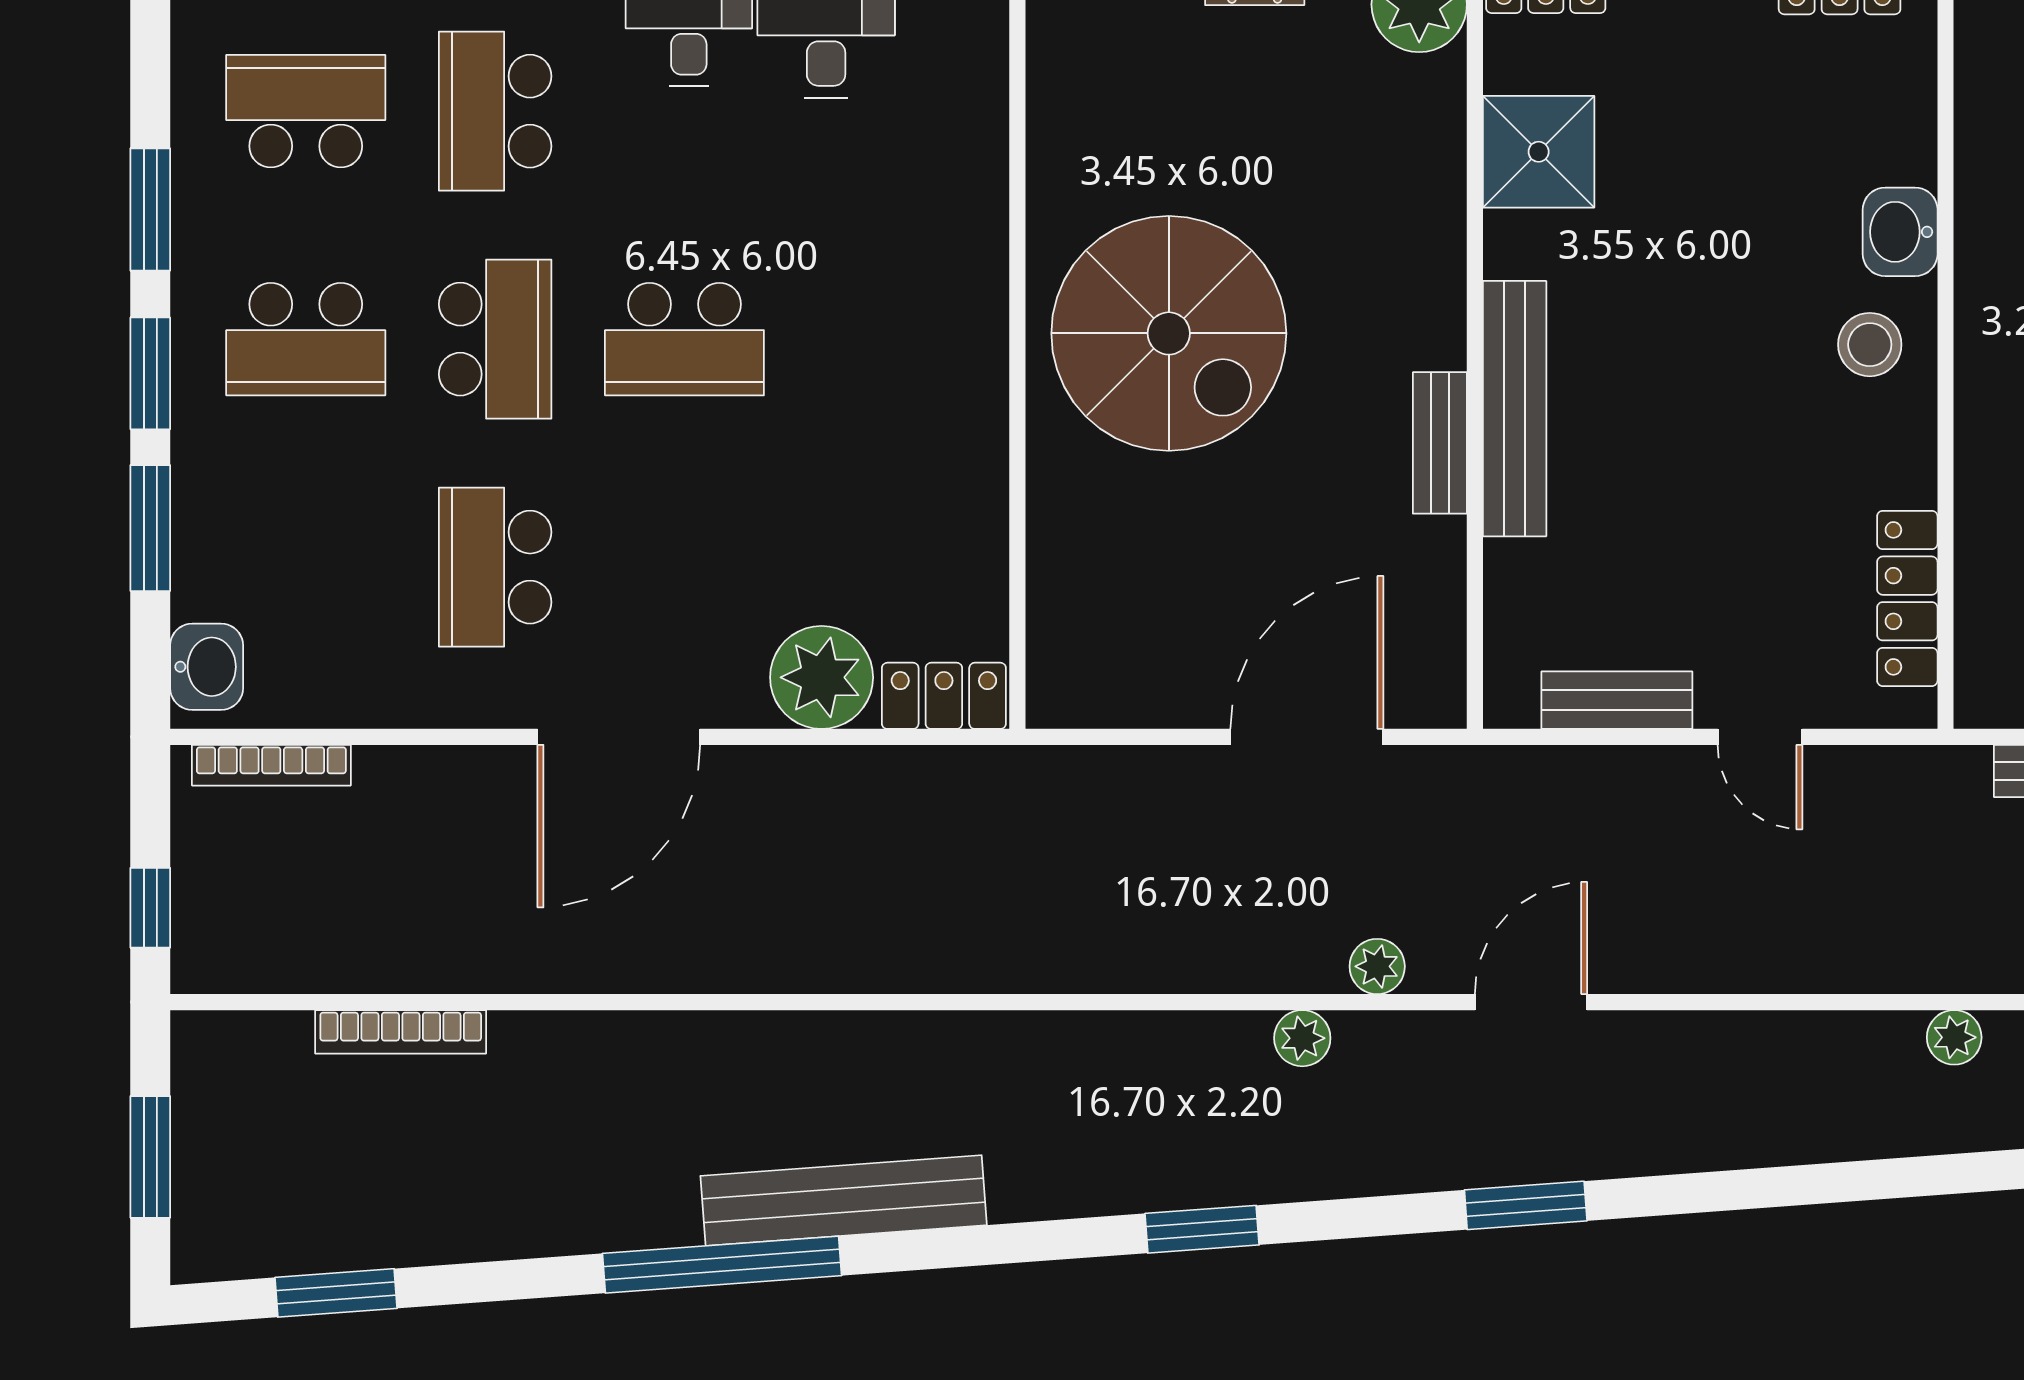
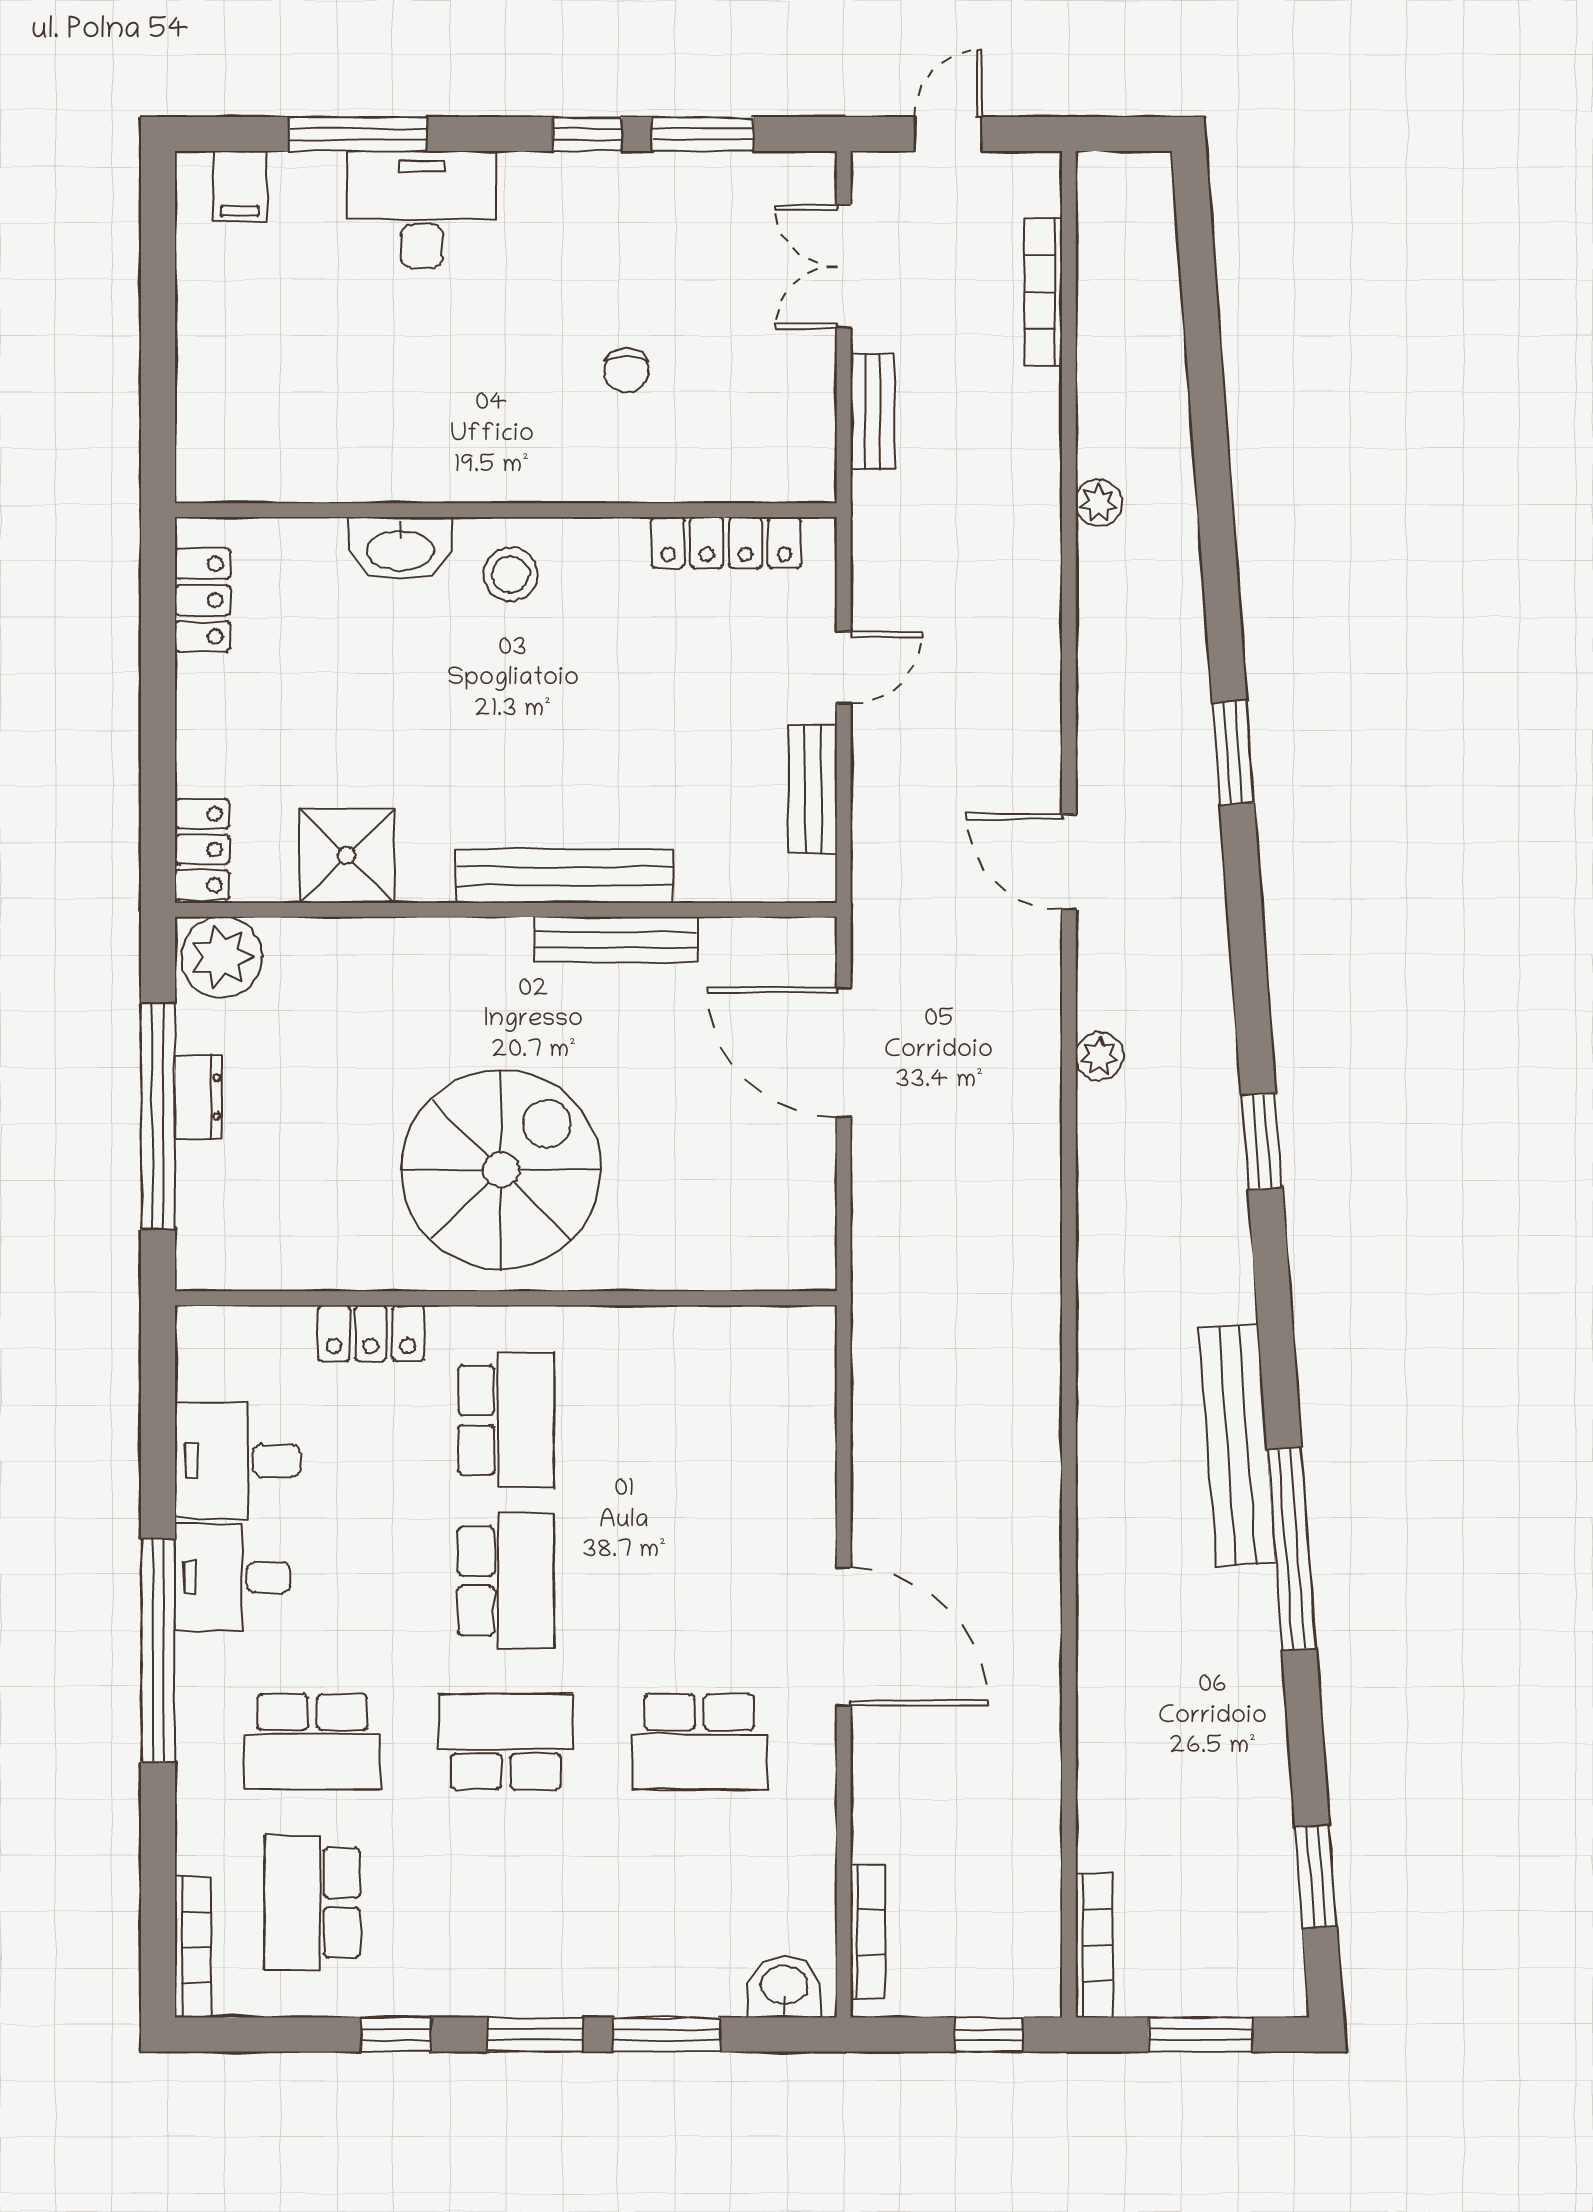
window: (150, 209) -> (396, 2035), width x0.67
washbasin: (1900, 232) -> (400, 549), width x1.38
school desk: (306, 339) -> (506, 1420), moved
bench: (1440, 443) -> (616, 940), width x1.36
plant: (822, 677) -> (793, 1465), removed
locker: (944, 696) -> (371, 1333), moved, turned -90
plant: (1377, 966) -> (1039, 993), removed
bookcase: (401, 1032) -> (1094, 1945), moved
window: (1526, 1205) -> (1233, 753), moved

